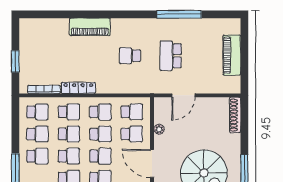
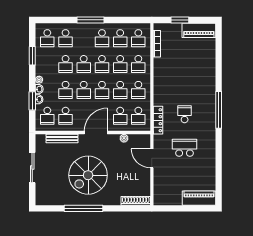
window: (179, 14) -> (219, 110), moved
piano: (90, 27) -> (199, 30), moved, turned -90
piano: (232, 55) -> (199, 198), moved
locker: (78, 88) -> (158, 120), moved

